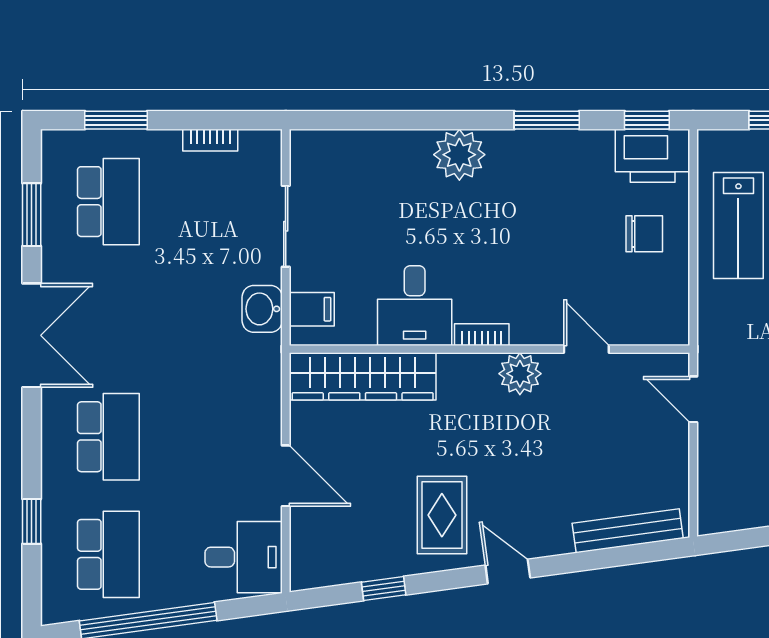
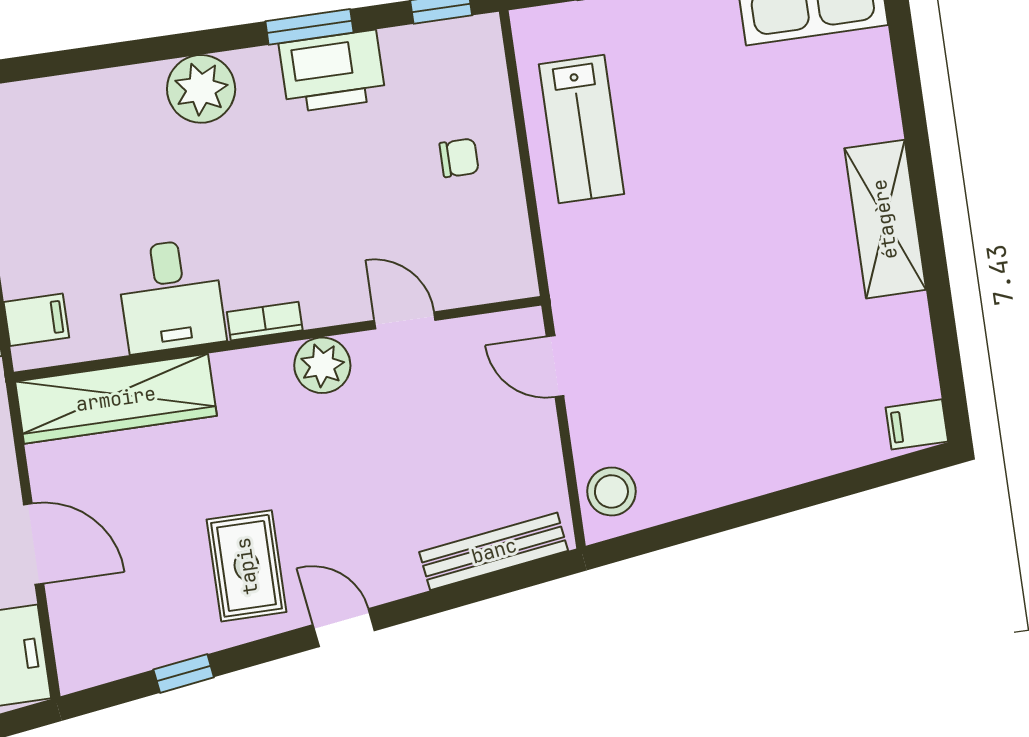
printer: (653, 156) -> (332, 71), moved
chair: (644, 234) -> (459, 158), width x0.73, depth x0.73
stool: (722, 499) -> (611, 491), added

